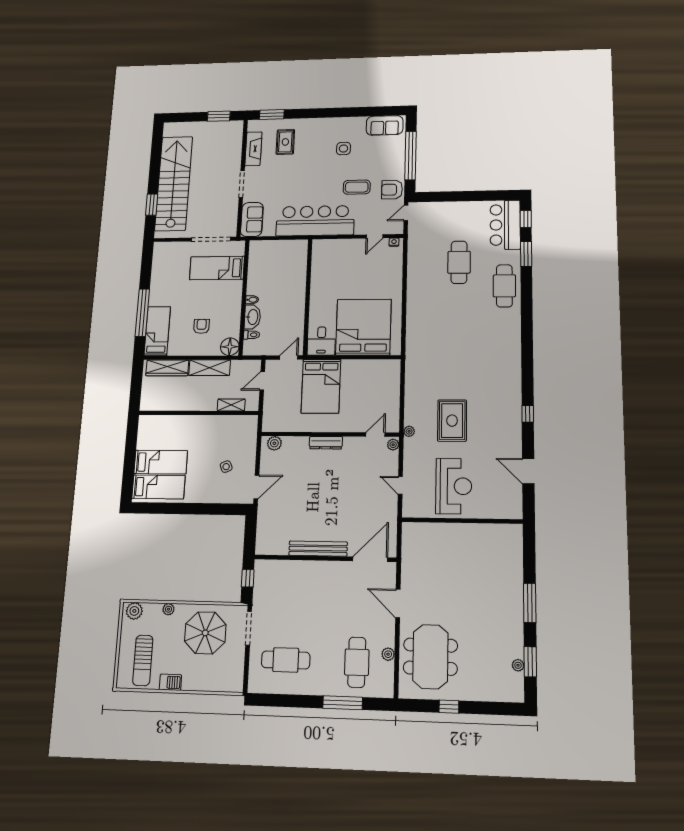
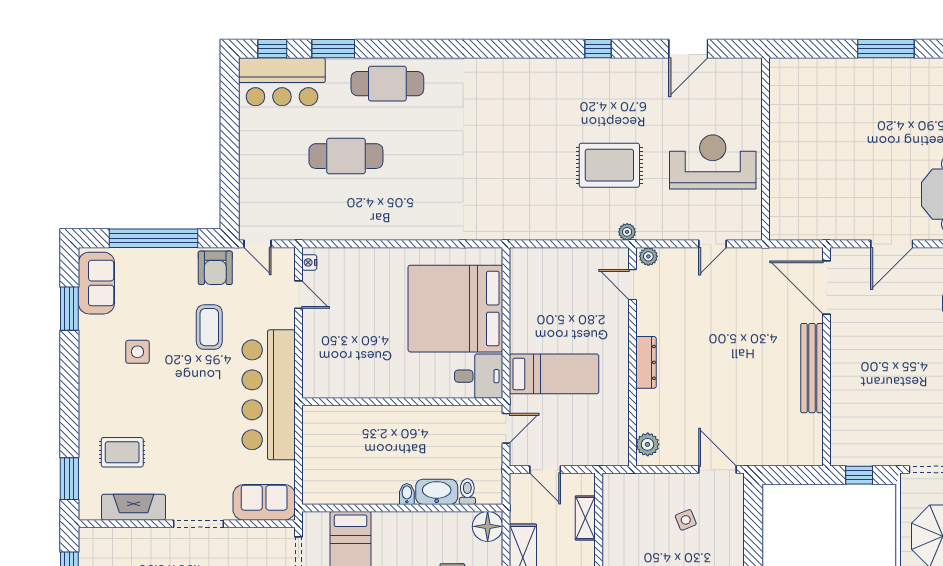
window: (370, 112) -> (69, 309), added
door: (289, 357) -> (506, 428), swing flipped
bed: (321, 386) -> (554, 374), width x0.67

